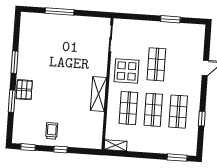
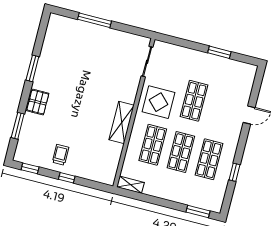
window: (12, 101) -> (18, 126), moved

